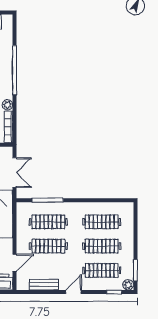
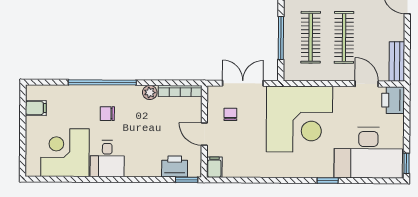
bench: (44, 285) -> (397, 62), moved

